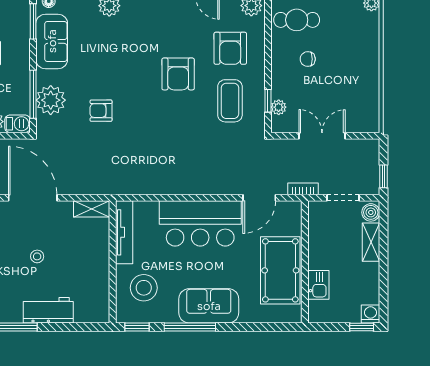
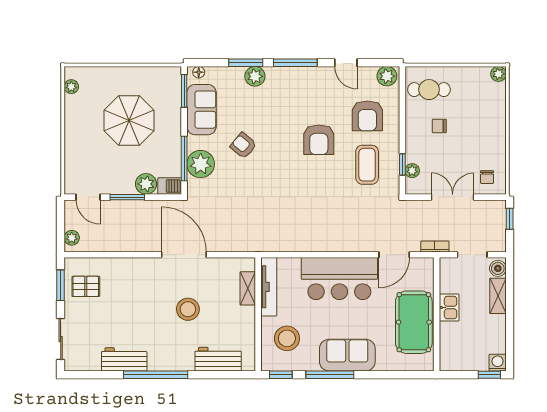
armchair: (101, 111) -> (243, 146), moved, turned 40
chair: (359, 114) -> (487, 177), added
window: (383, 176) -> (510, 219), moved
shelving: (92, 209) -> (248, 288), moved, turned 90
stool: (37, 256) -> (188, 309), width x1.89, depth x1.89
kitchen sink: (318, 285) -> (449, 308), moved
workbench: (48, 310) -> (218, 359), moved

